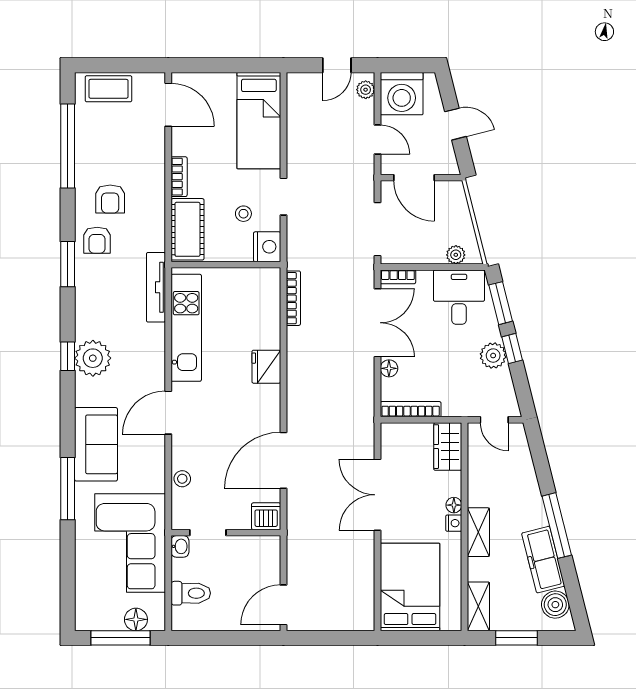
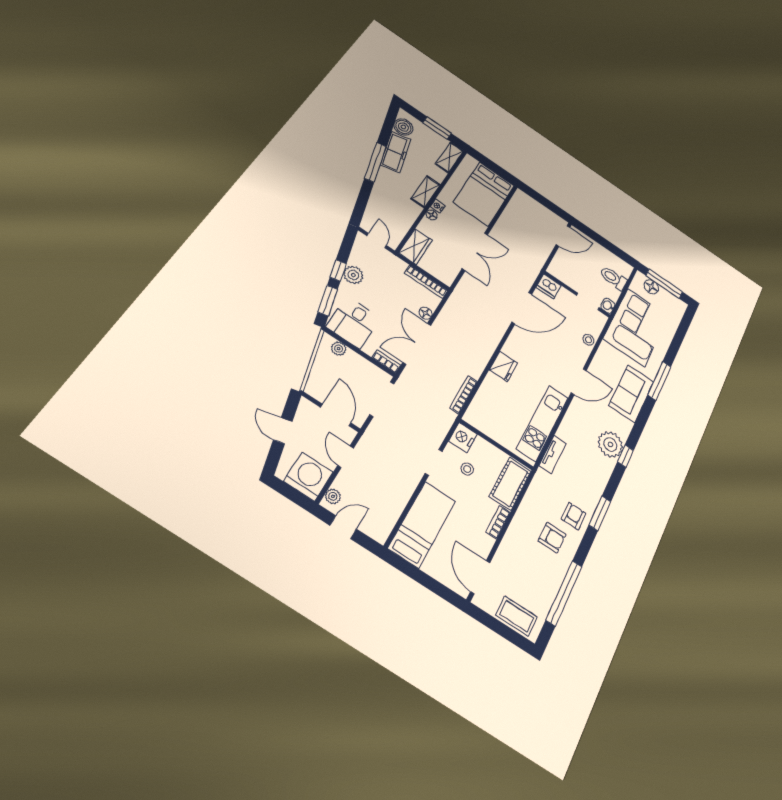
armchair: (110, 199) -> (552, 538), turned 90
tv unit: (156, 287) -> (553, 454), width x0.71

